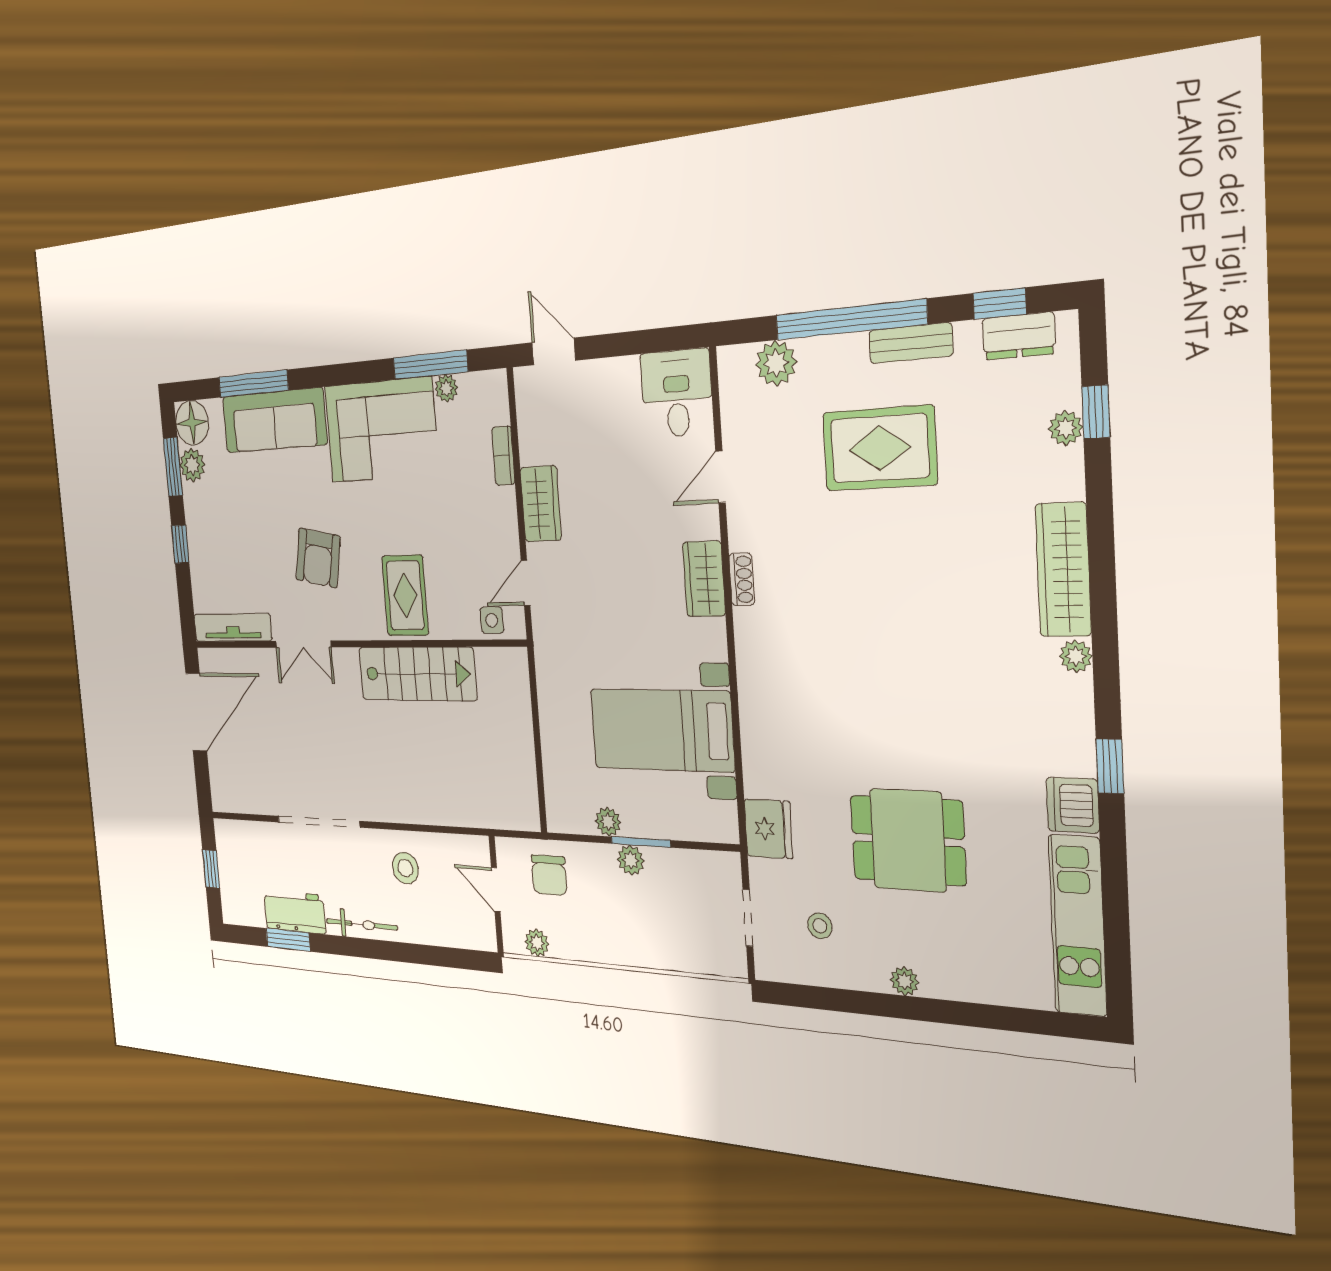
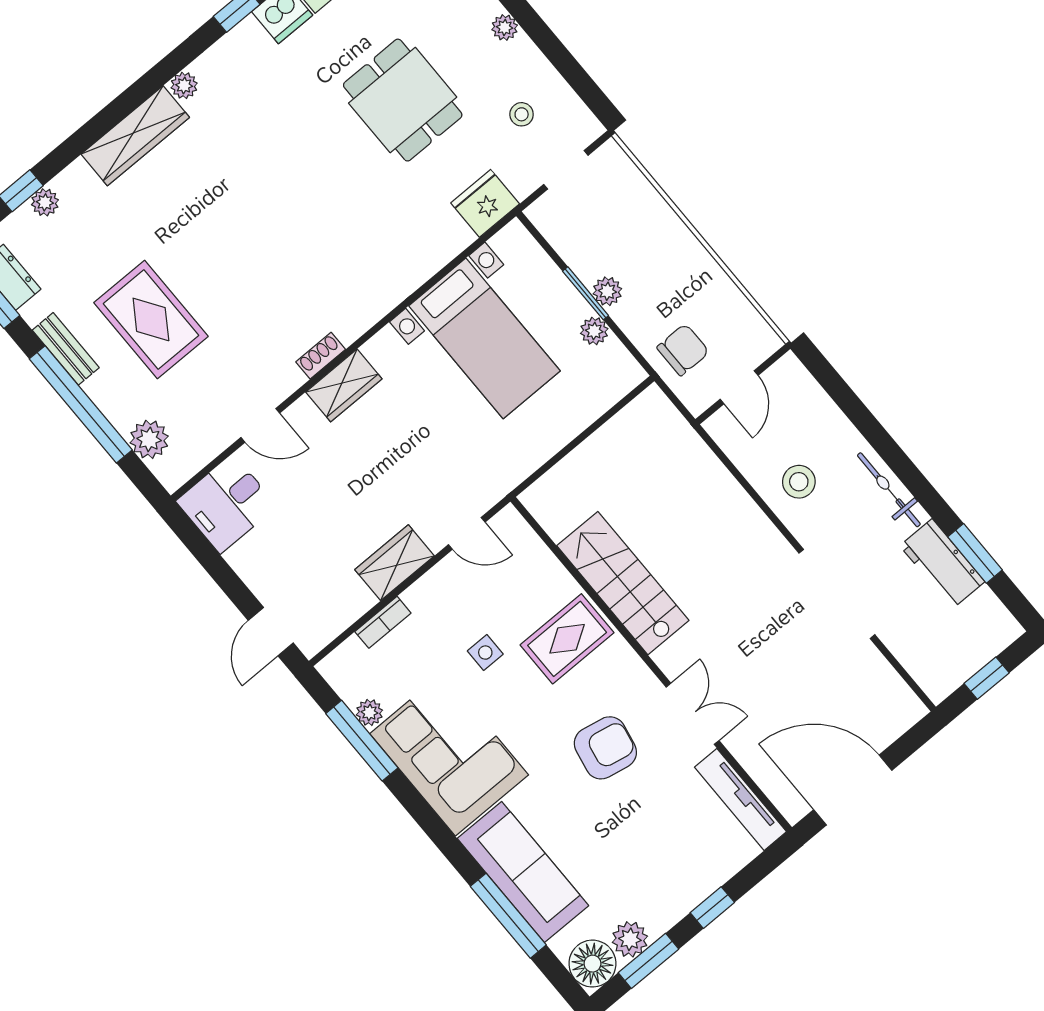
side table: (492, 620) -> (485, 653), moved
plant: (537, 943) -> (749, 321), removed

